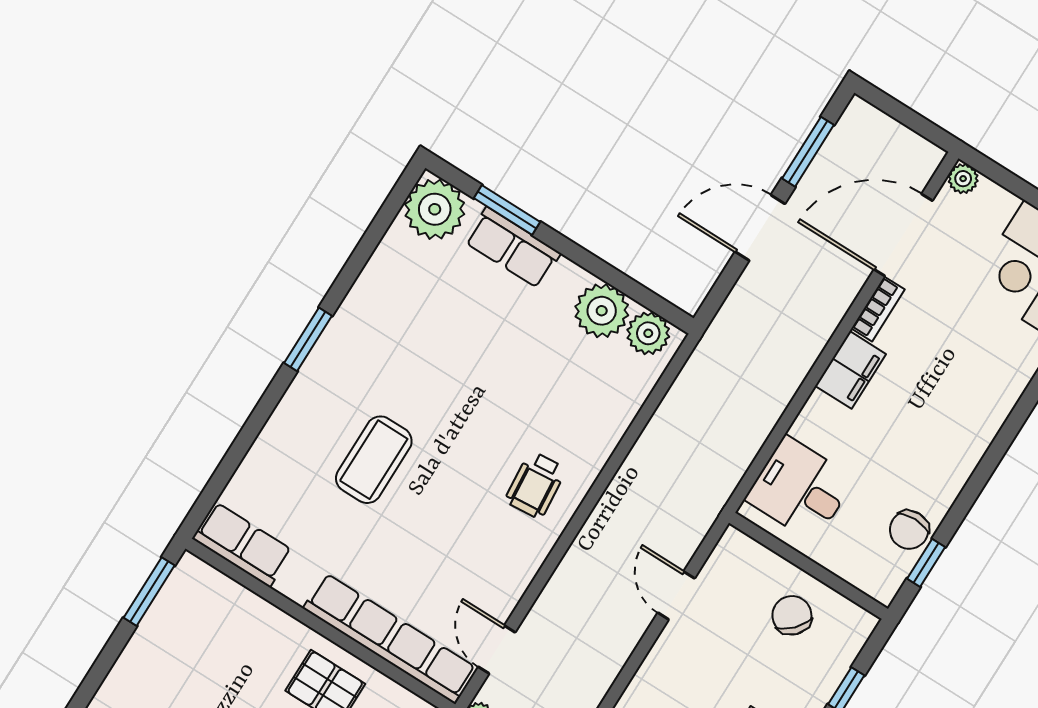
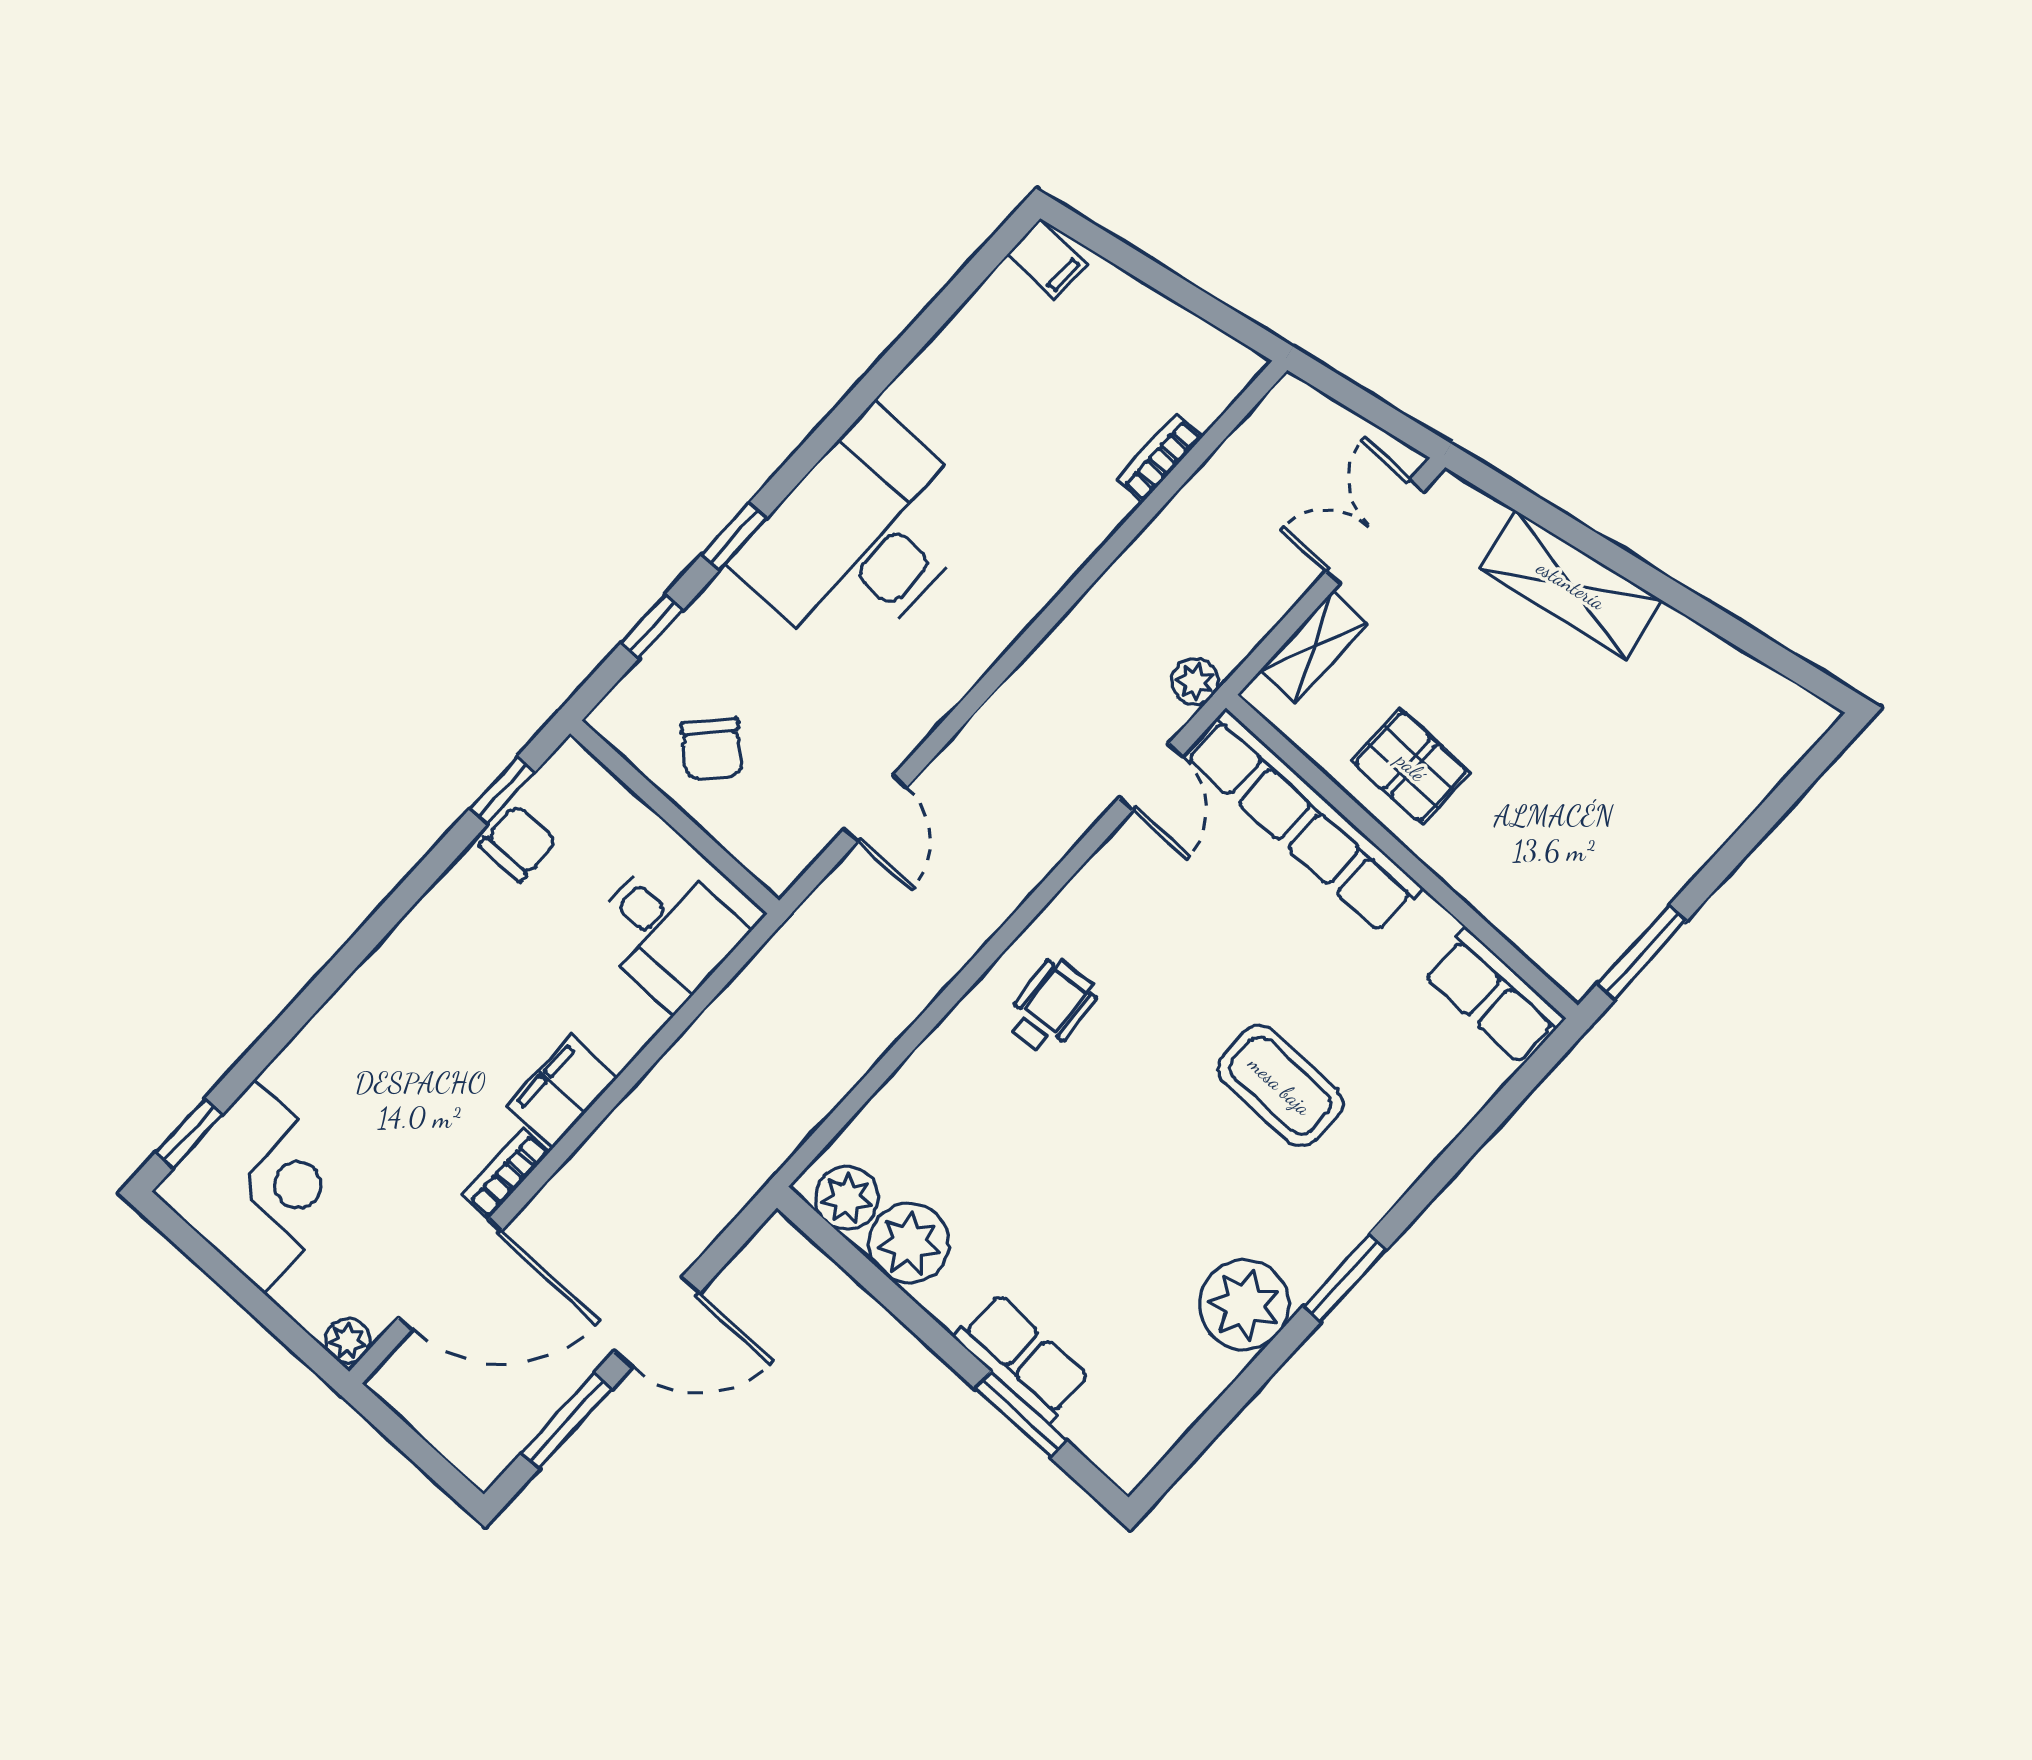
plant: (435, 209) -> (1244, 1305), moved
coffee table: (374, 460) -> (1280, 1086), turned 90

